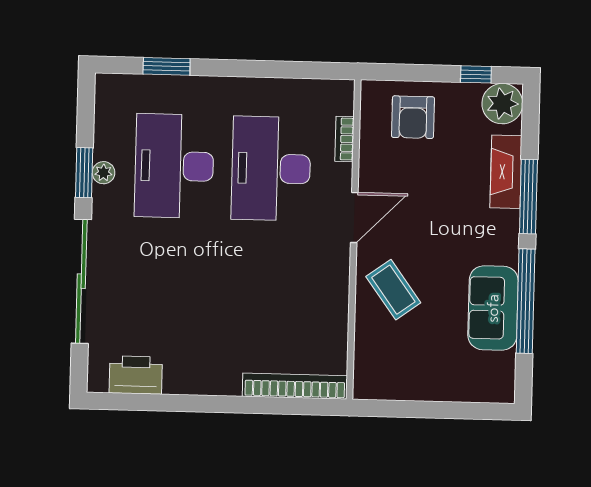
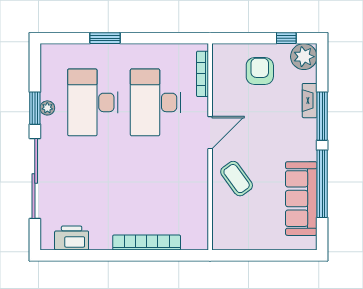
window: (167, 66) -> (105, 38), moved
armchair: (413, 117) -> (260, 71), moved, turned 180
bookcase: (345, 139) -> (202, 74), width x1.56
fireplace: (506, 172) -> (310, 101), width x0.73, depth x0.76
sofa: (493, 308) -> (301, 199), width x1.36
bookcase: (295, 386) -> (147, 243), moved

